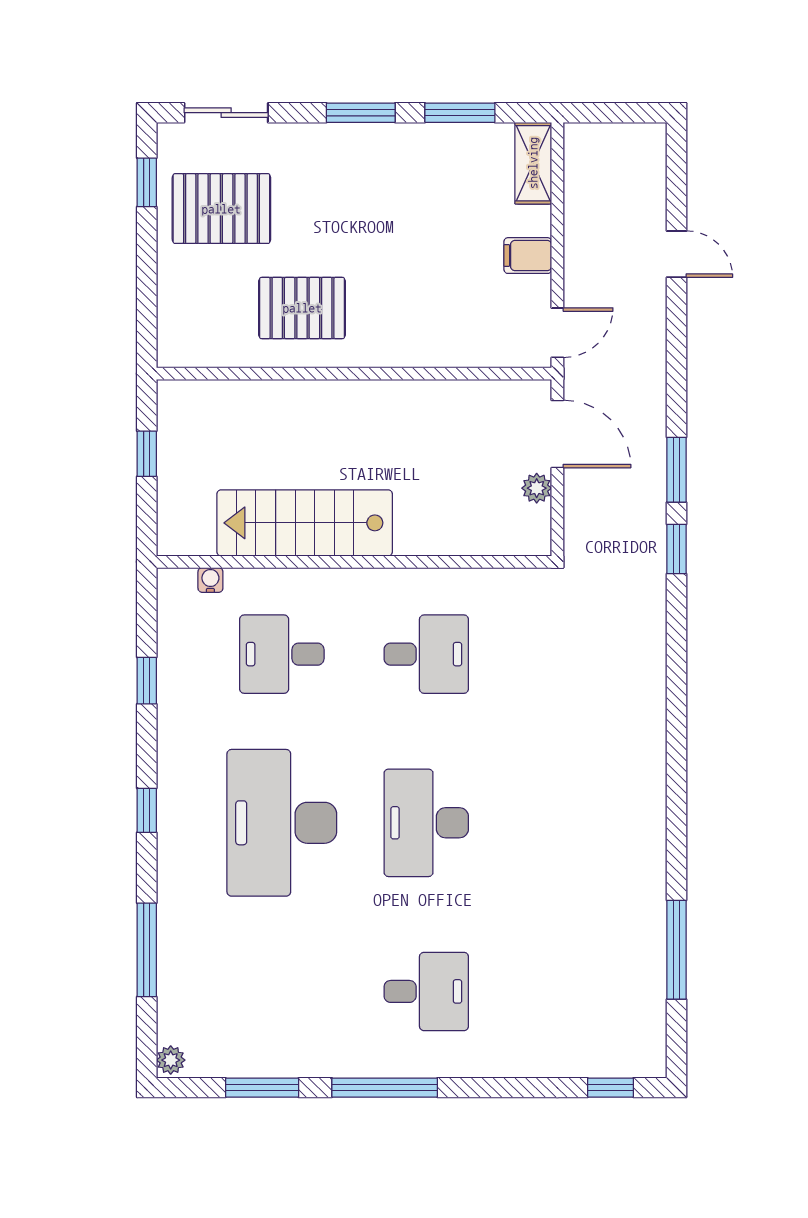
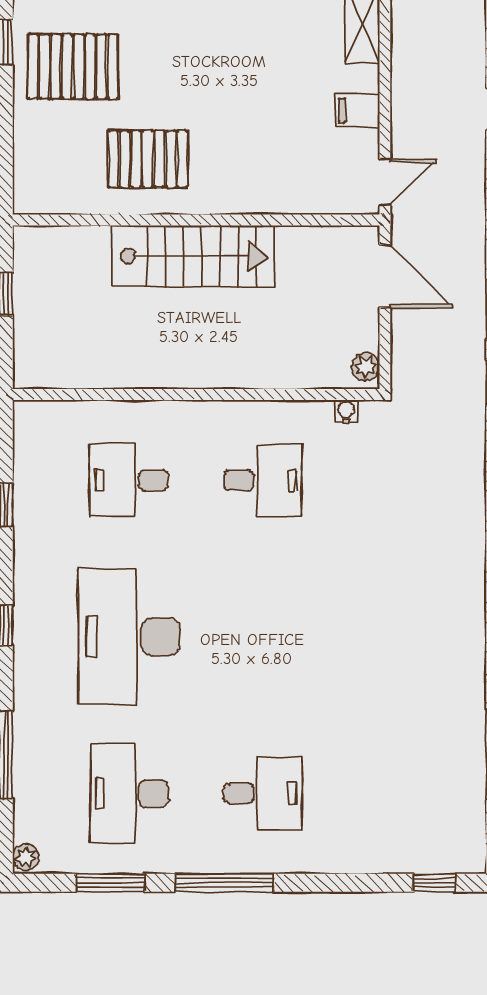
plant: (537, 488) -> (366, 367), moved
stairs: (305, 523) -> (193, 256), moved, turned 180
water cooler: (210, 580) -> (346, 411), moved
desk: (426, 823) -> (129, 793), moved

